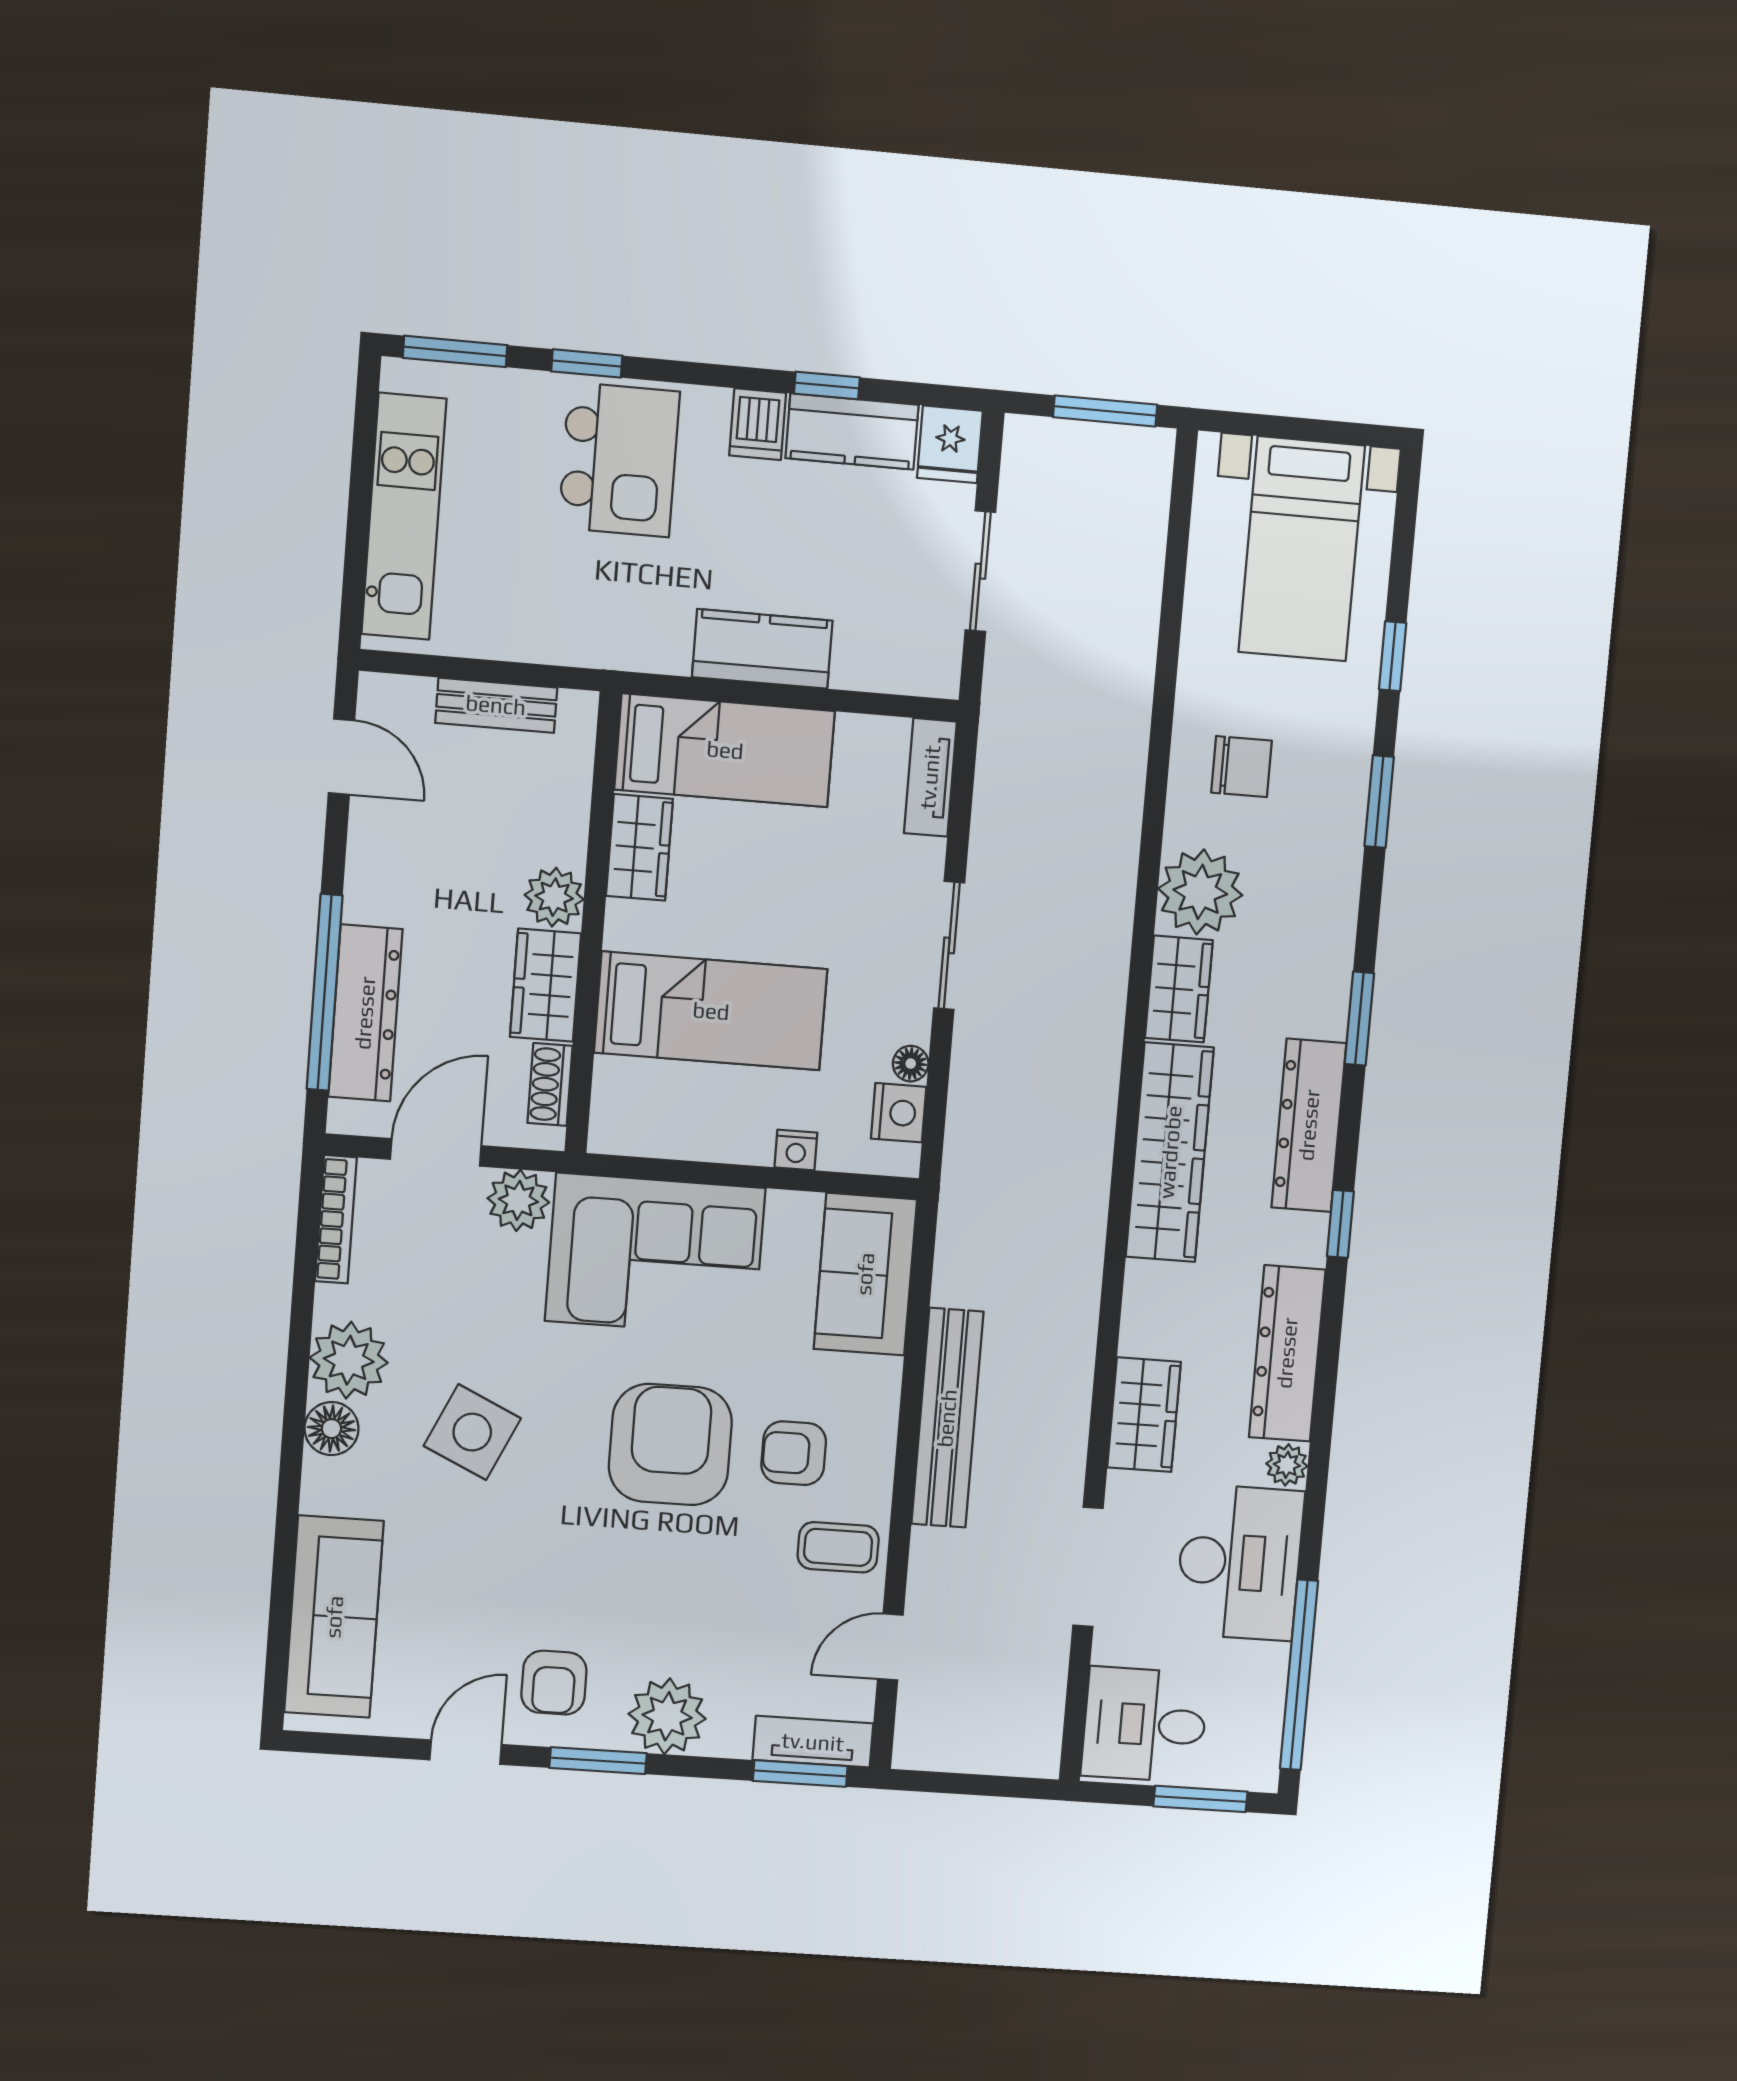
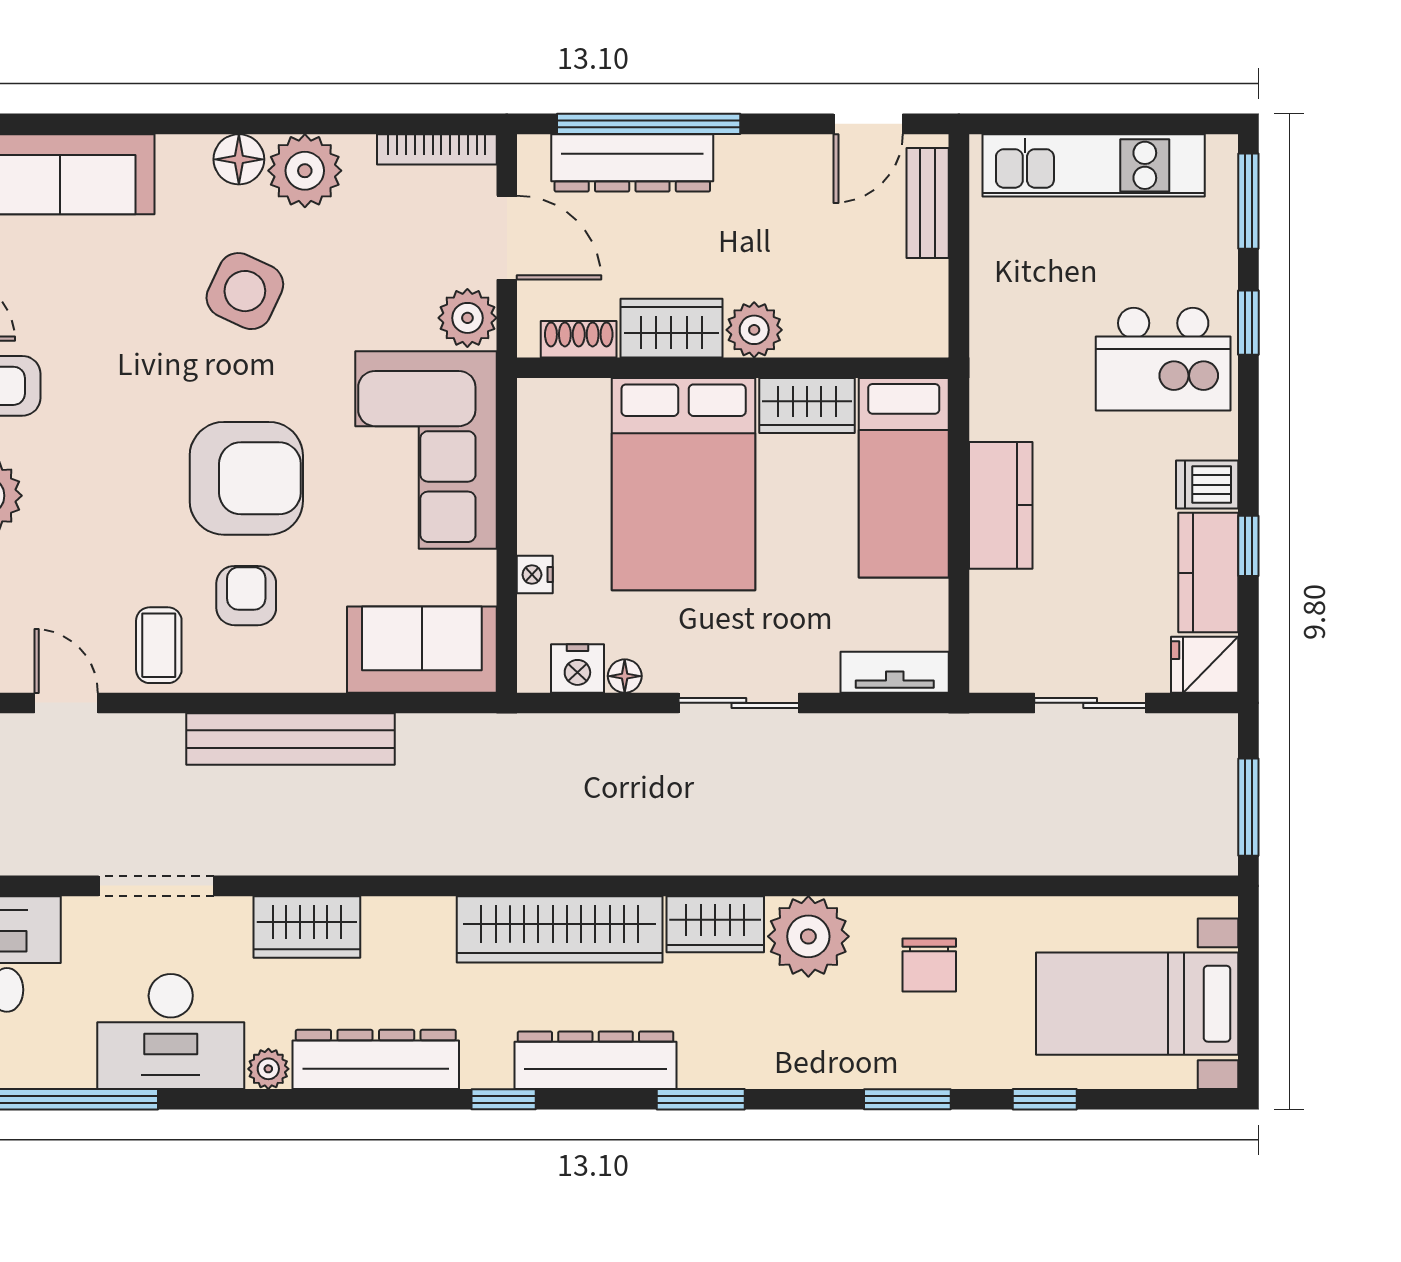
bench: (496, 705) -> (928, 203), moved
bed: (711, 1011) -> (684, 484), width x1.50

